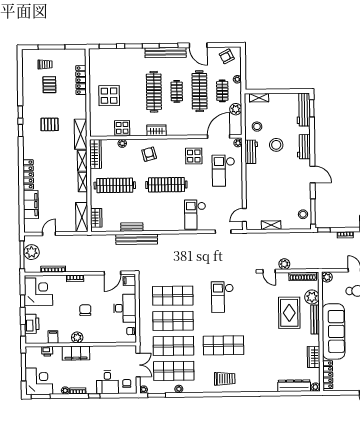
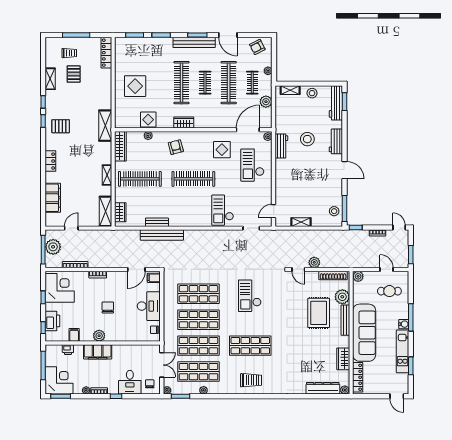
locker: (81, 80) -> (106, 53), moved
pallet: (50, 124) -> (61, 126), moved
stool: (257, 127) -> (312, 93), moved
shelving: (82, 161) -> (50, 79), moved
locker: (28, 174) -> (50, 161), width x0.66

